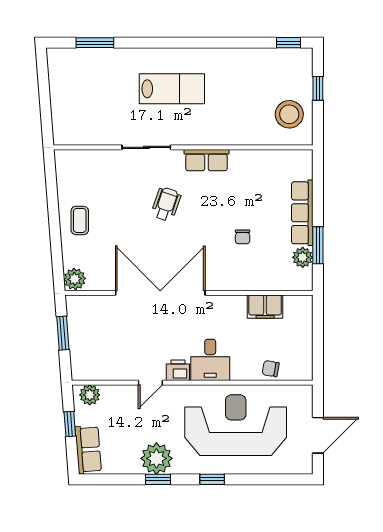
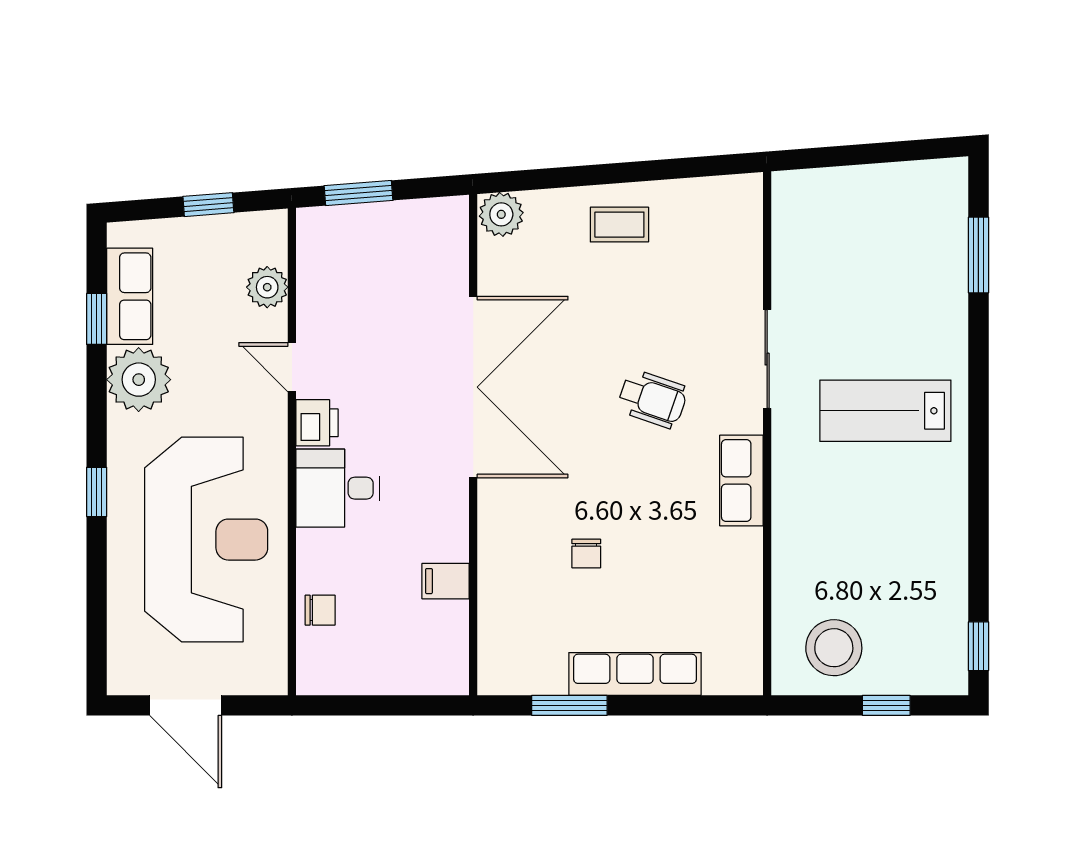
lab bench: (172, 89) -> (885, 411), turned 90
chair: (243, 237) -> (586, 553), turned -90
plant: (303, 257) -> (545, 675), removed
filing cabinet: (265, 307) -> (445, 581), width x0.50
window: (63, 333) -> (359, 193), moved
chair: (271, 369) -> (320, 610), turned 80
plant: (90, 395) -> (267, 287), moved
row of seats: (88, 450) -> (130, 296), moved, turned -86
window: (158, 479) -> (97, 319), moved

